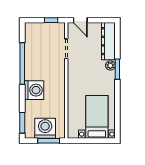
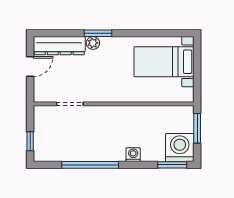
window: (51, 20) -> (30, 141), moved
door: (80, 20) -> (30, 67), moved
washing machine: (34, 90) -> (133, 155), width x0.53, depth x0.53
washing machine: (45, 128) -> (180, 148), moved, turned 90

